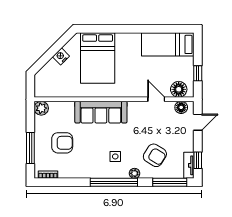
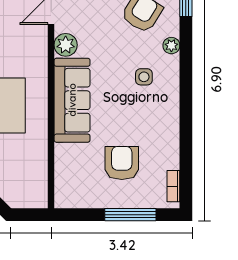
plant: (41, 108) -> (66, 45), moved
window: (114, 182) -> (186, 79), removed

